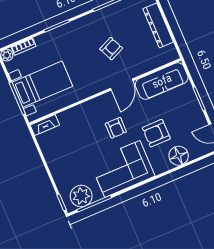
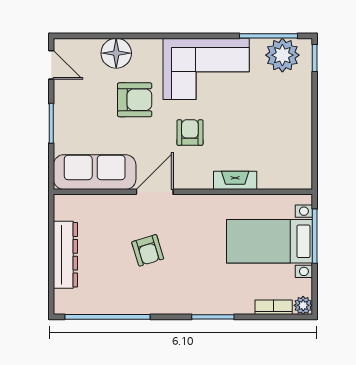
armchair: (111, 49) -> (148, 250), turned -83
fireplace: (45, 125) -> (235, 180), moved

